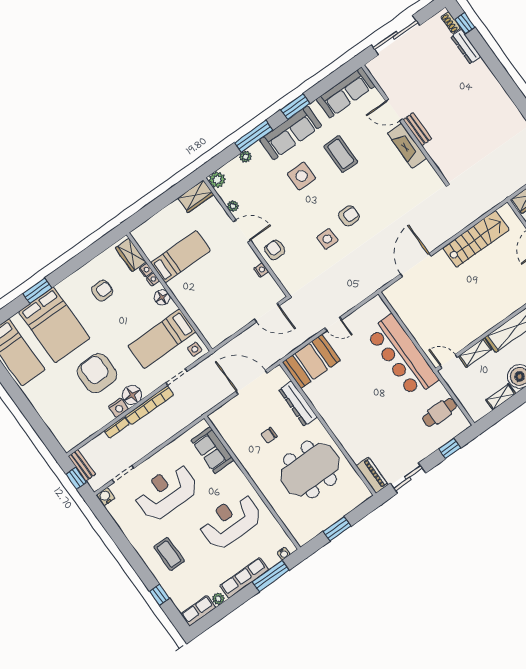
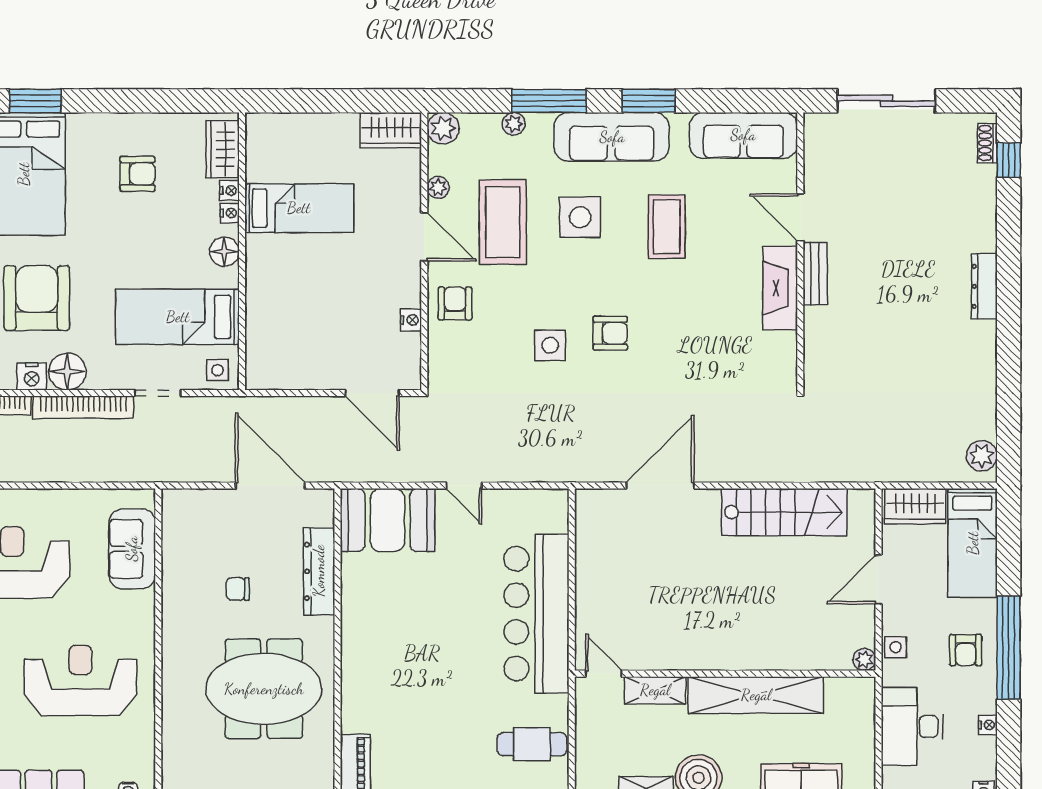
dresser: (466, 47) -> (984, 286), moved
coffee table: (270, 201) -> (503, 222), added

